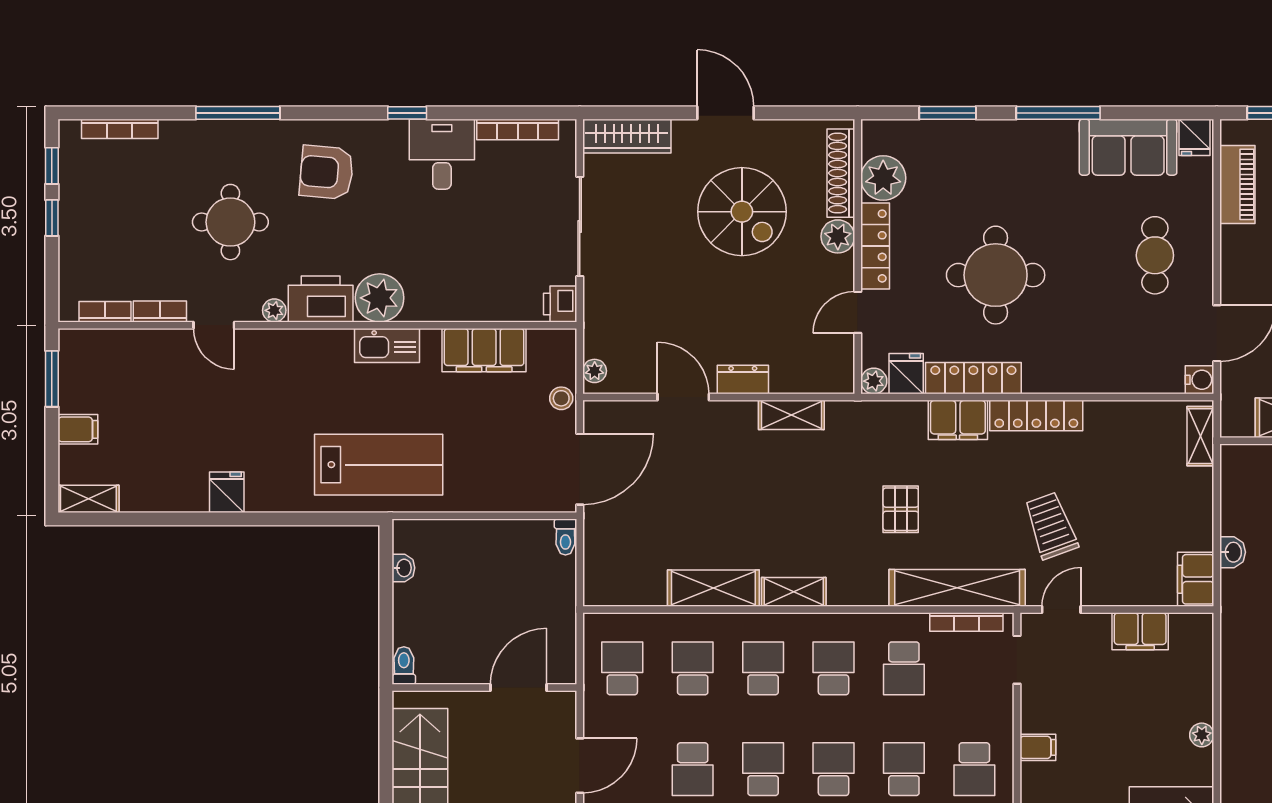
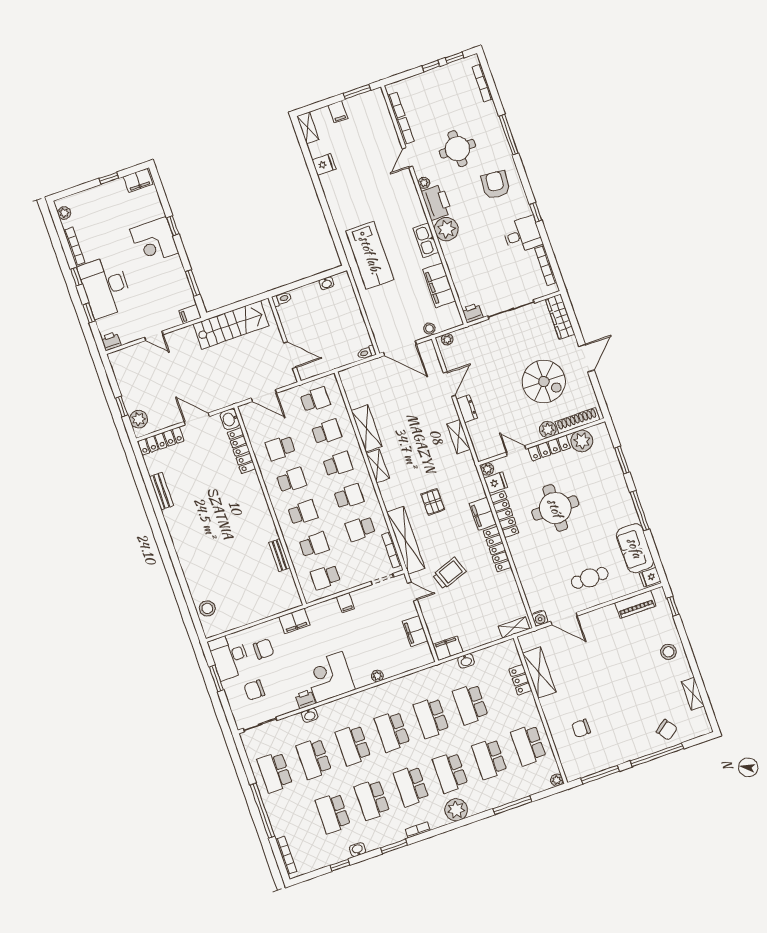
spiral stairs: (742, 212) -> (544, 381), turned -90
fridge: (227, 492) -> (324, 164), moved
pallet: (901, 509) -> (433, 502), turned 90

